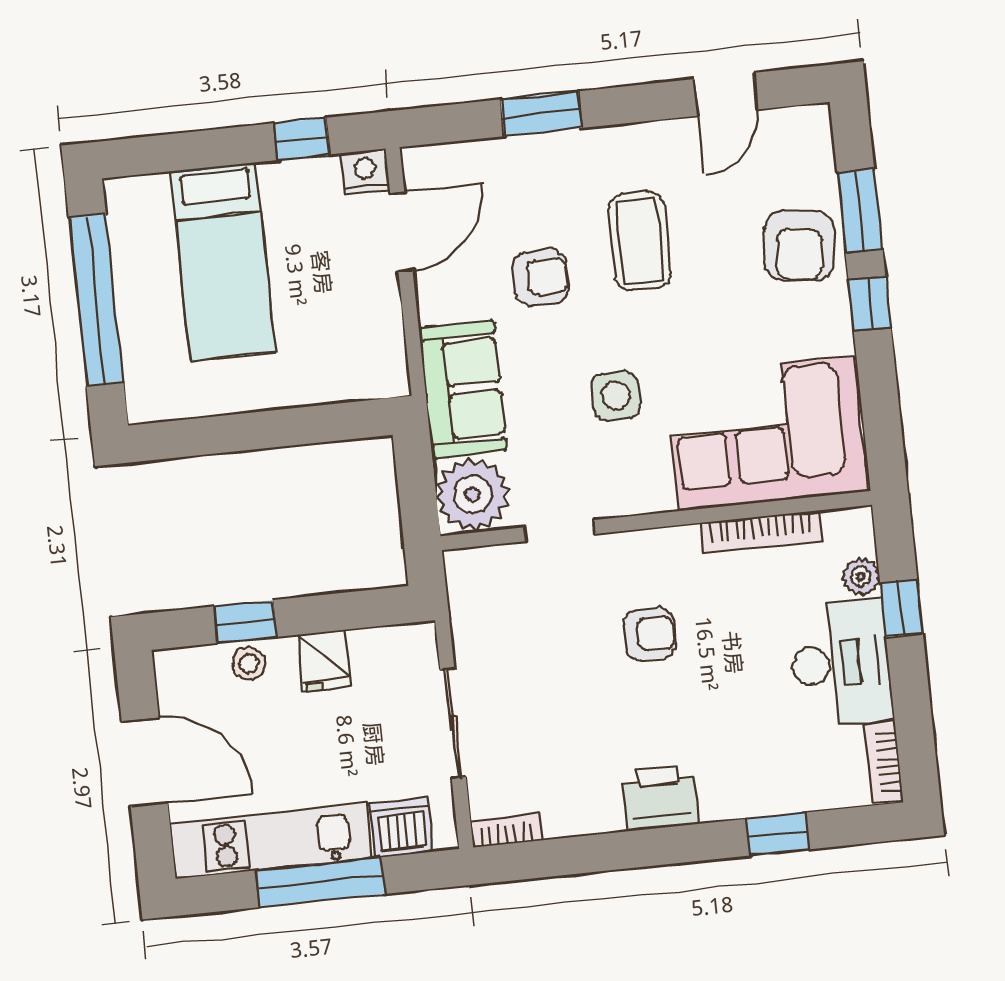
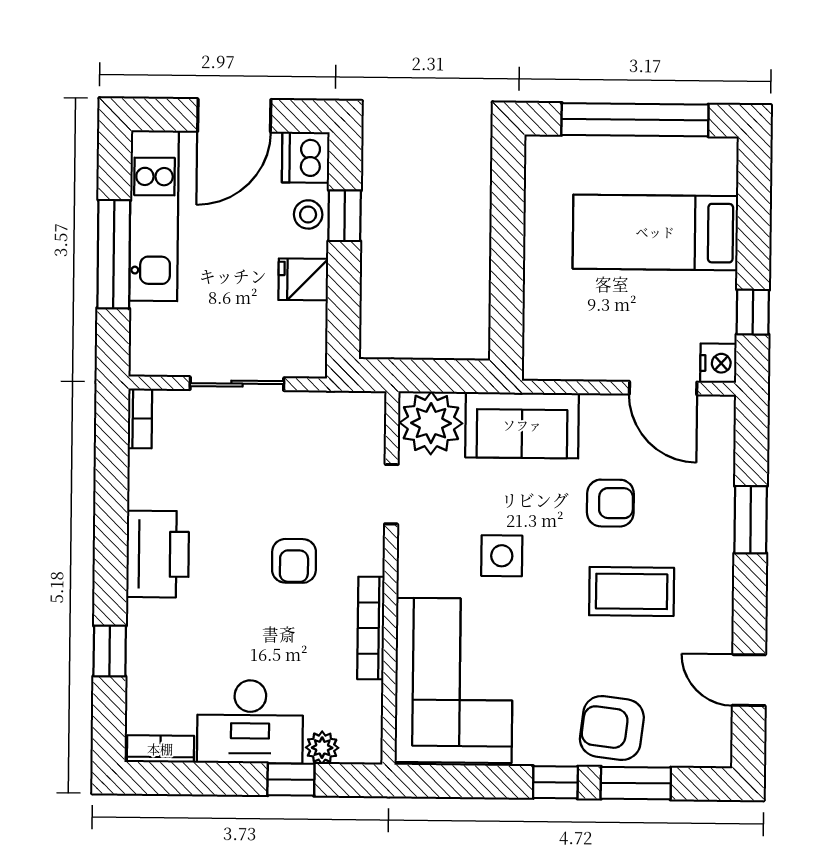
armchair: (541, 277) -> (610, 503), turned -90
bookcase: (761, 532) -> (371, 628), moved
printer: (660, 798) -> (158, 554), width x1.37, depth x1.19
dishwasher: (402, 828) -> (306, 157), moved, turned 180

